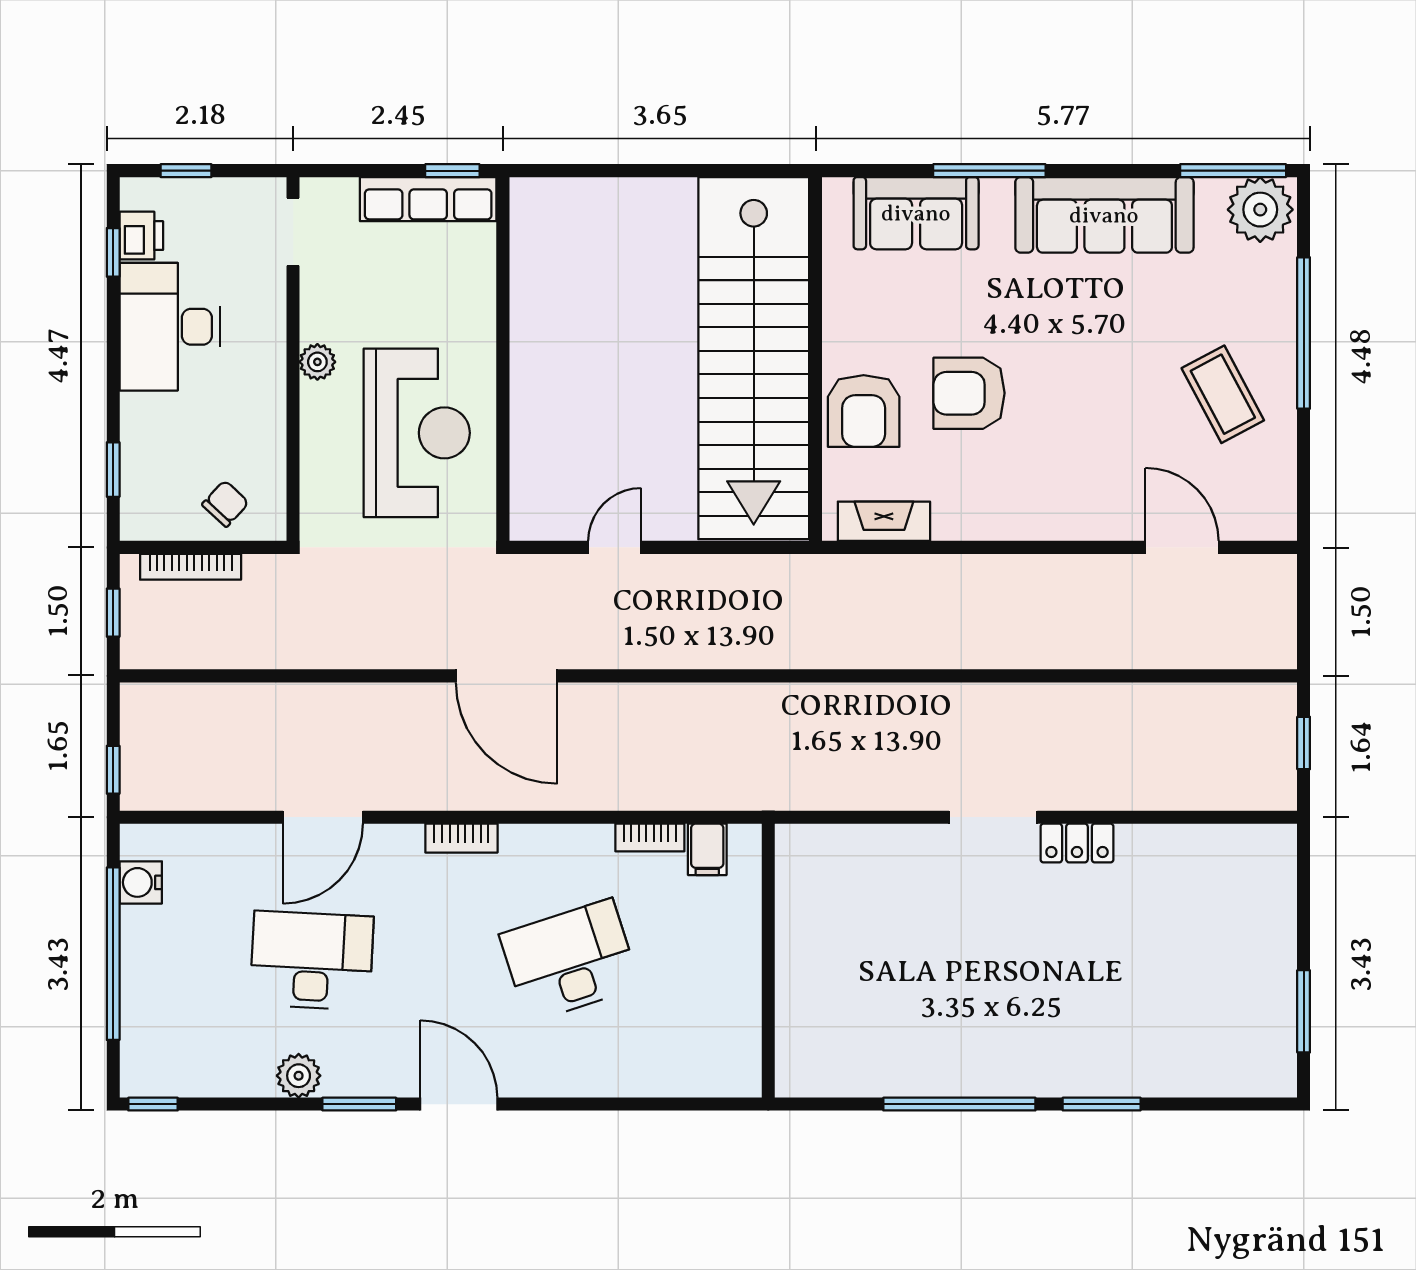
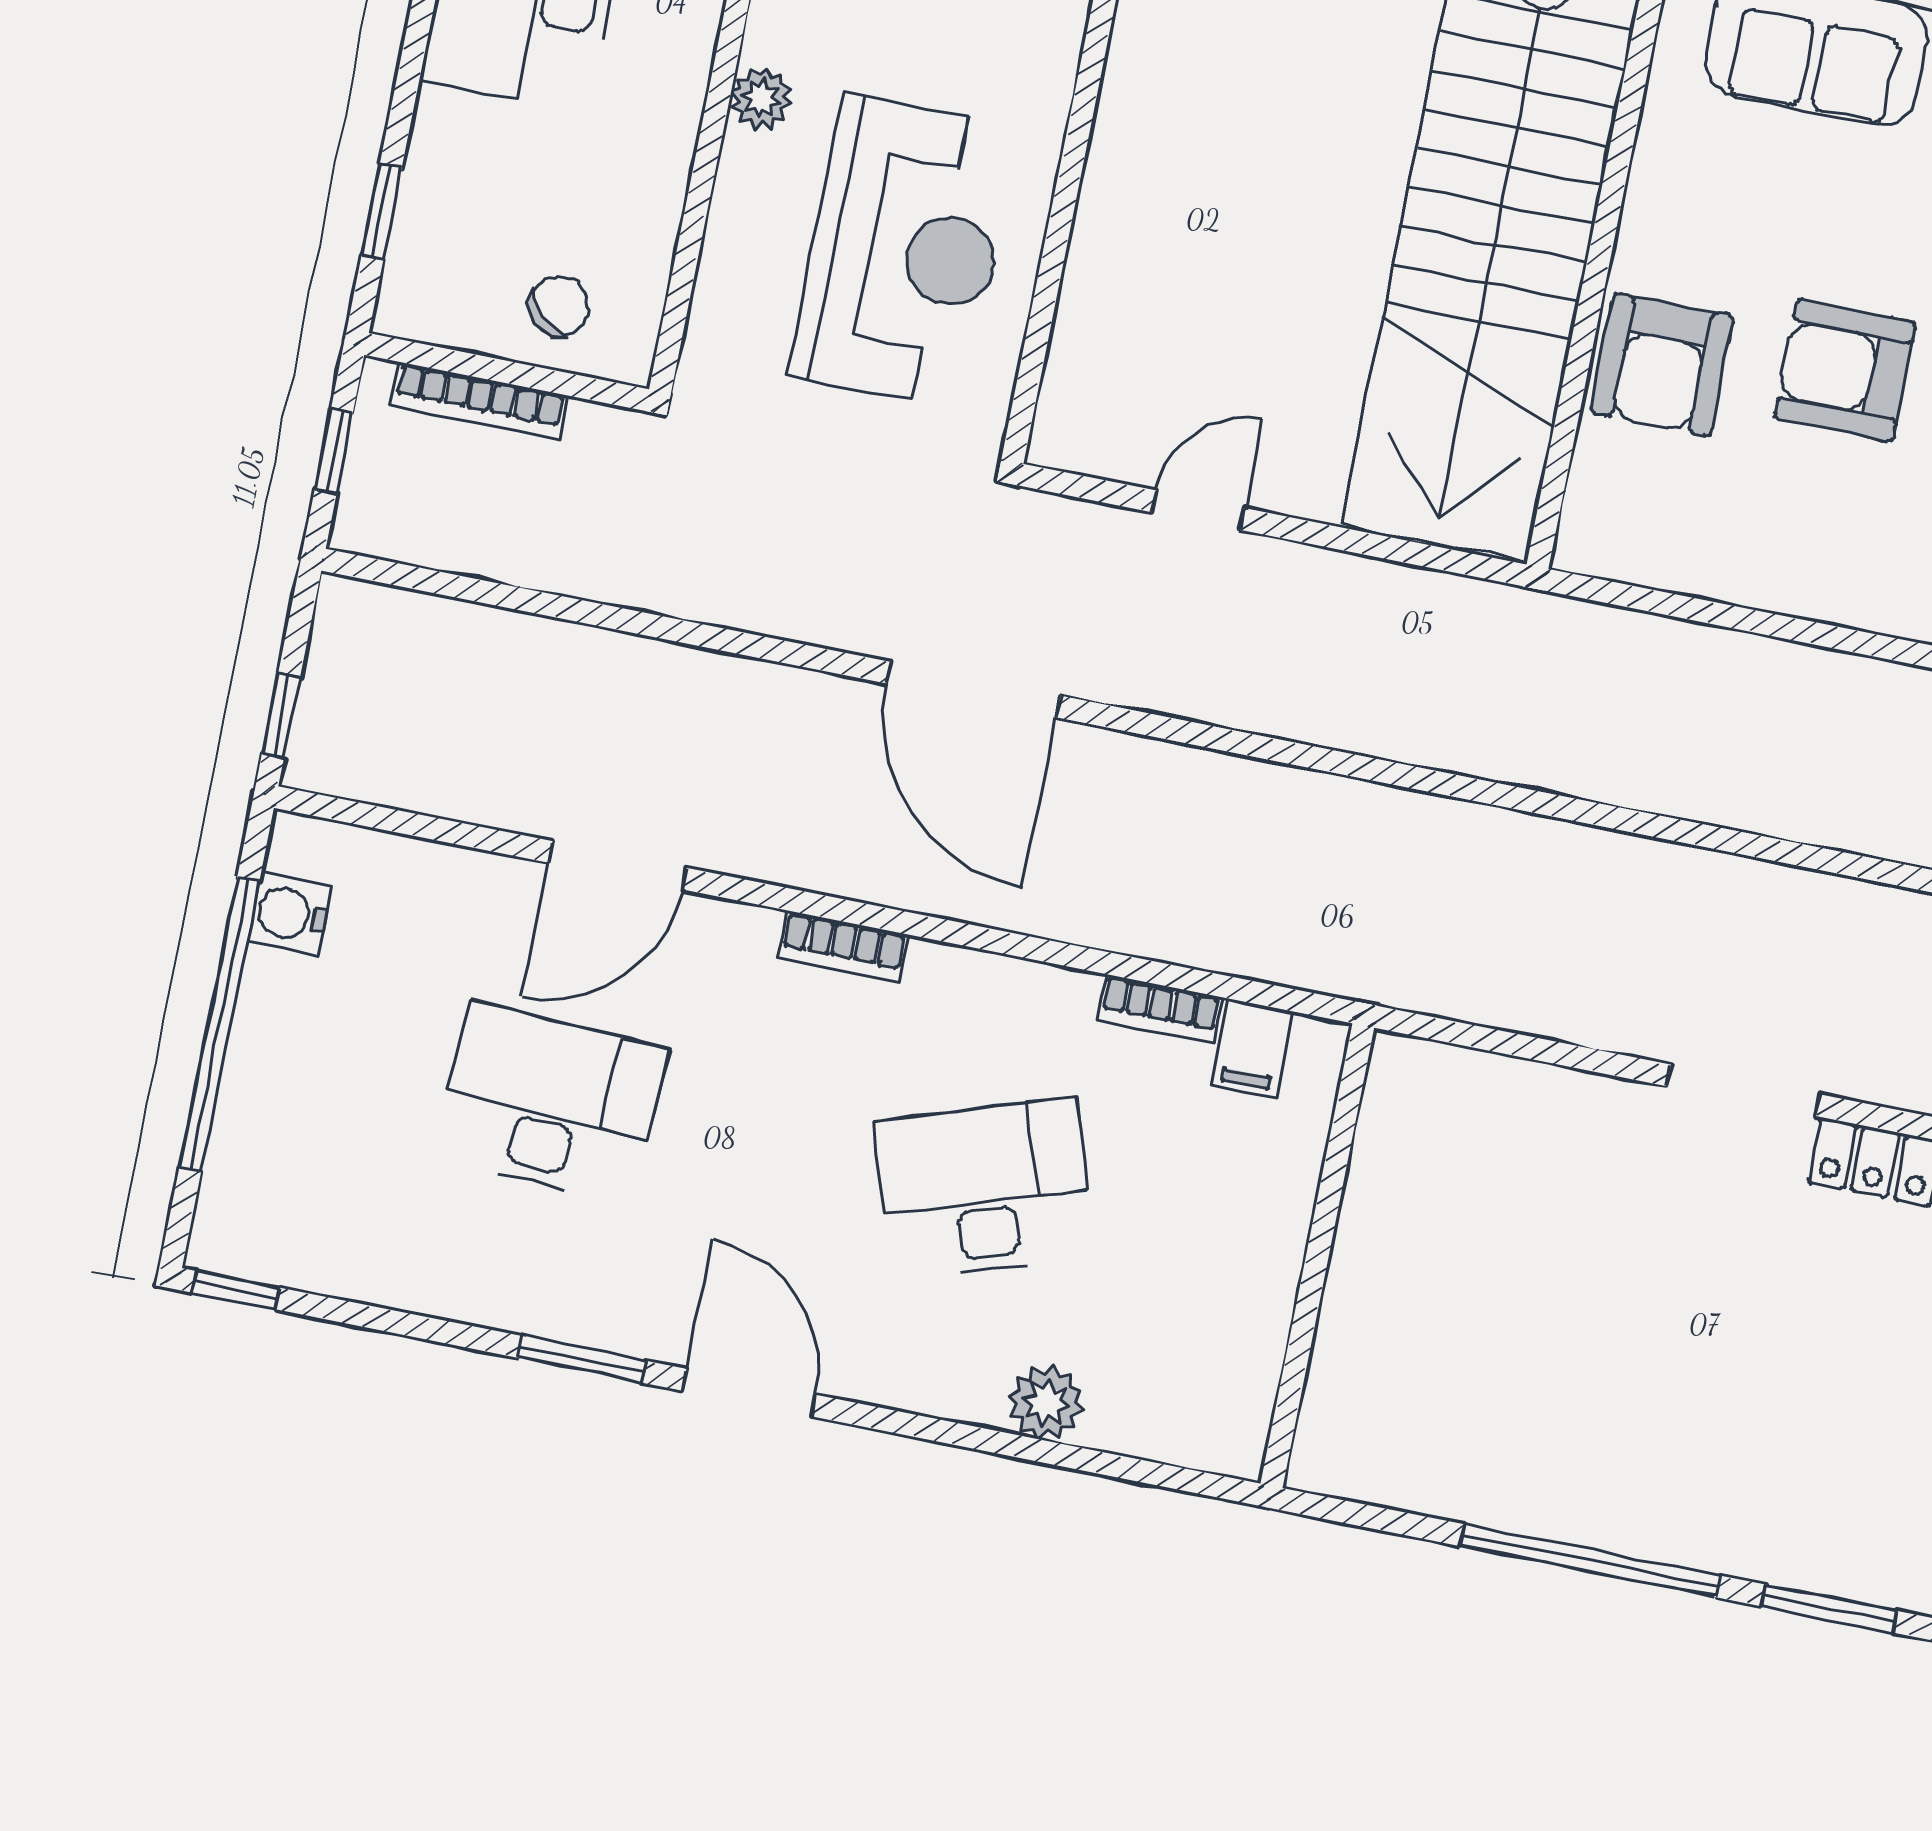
fireplace: (884, 521) -> (1659, 557), removed
plant: (299, 1076) -> (1046, 1403), moved

